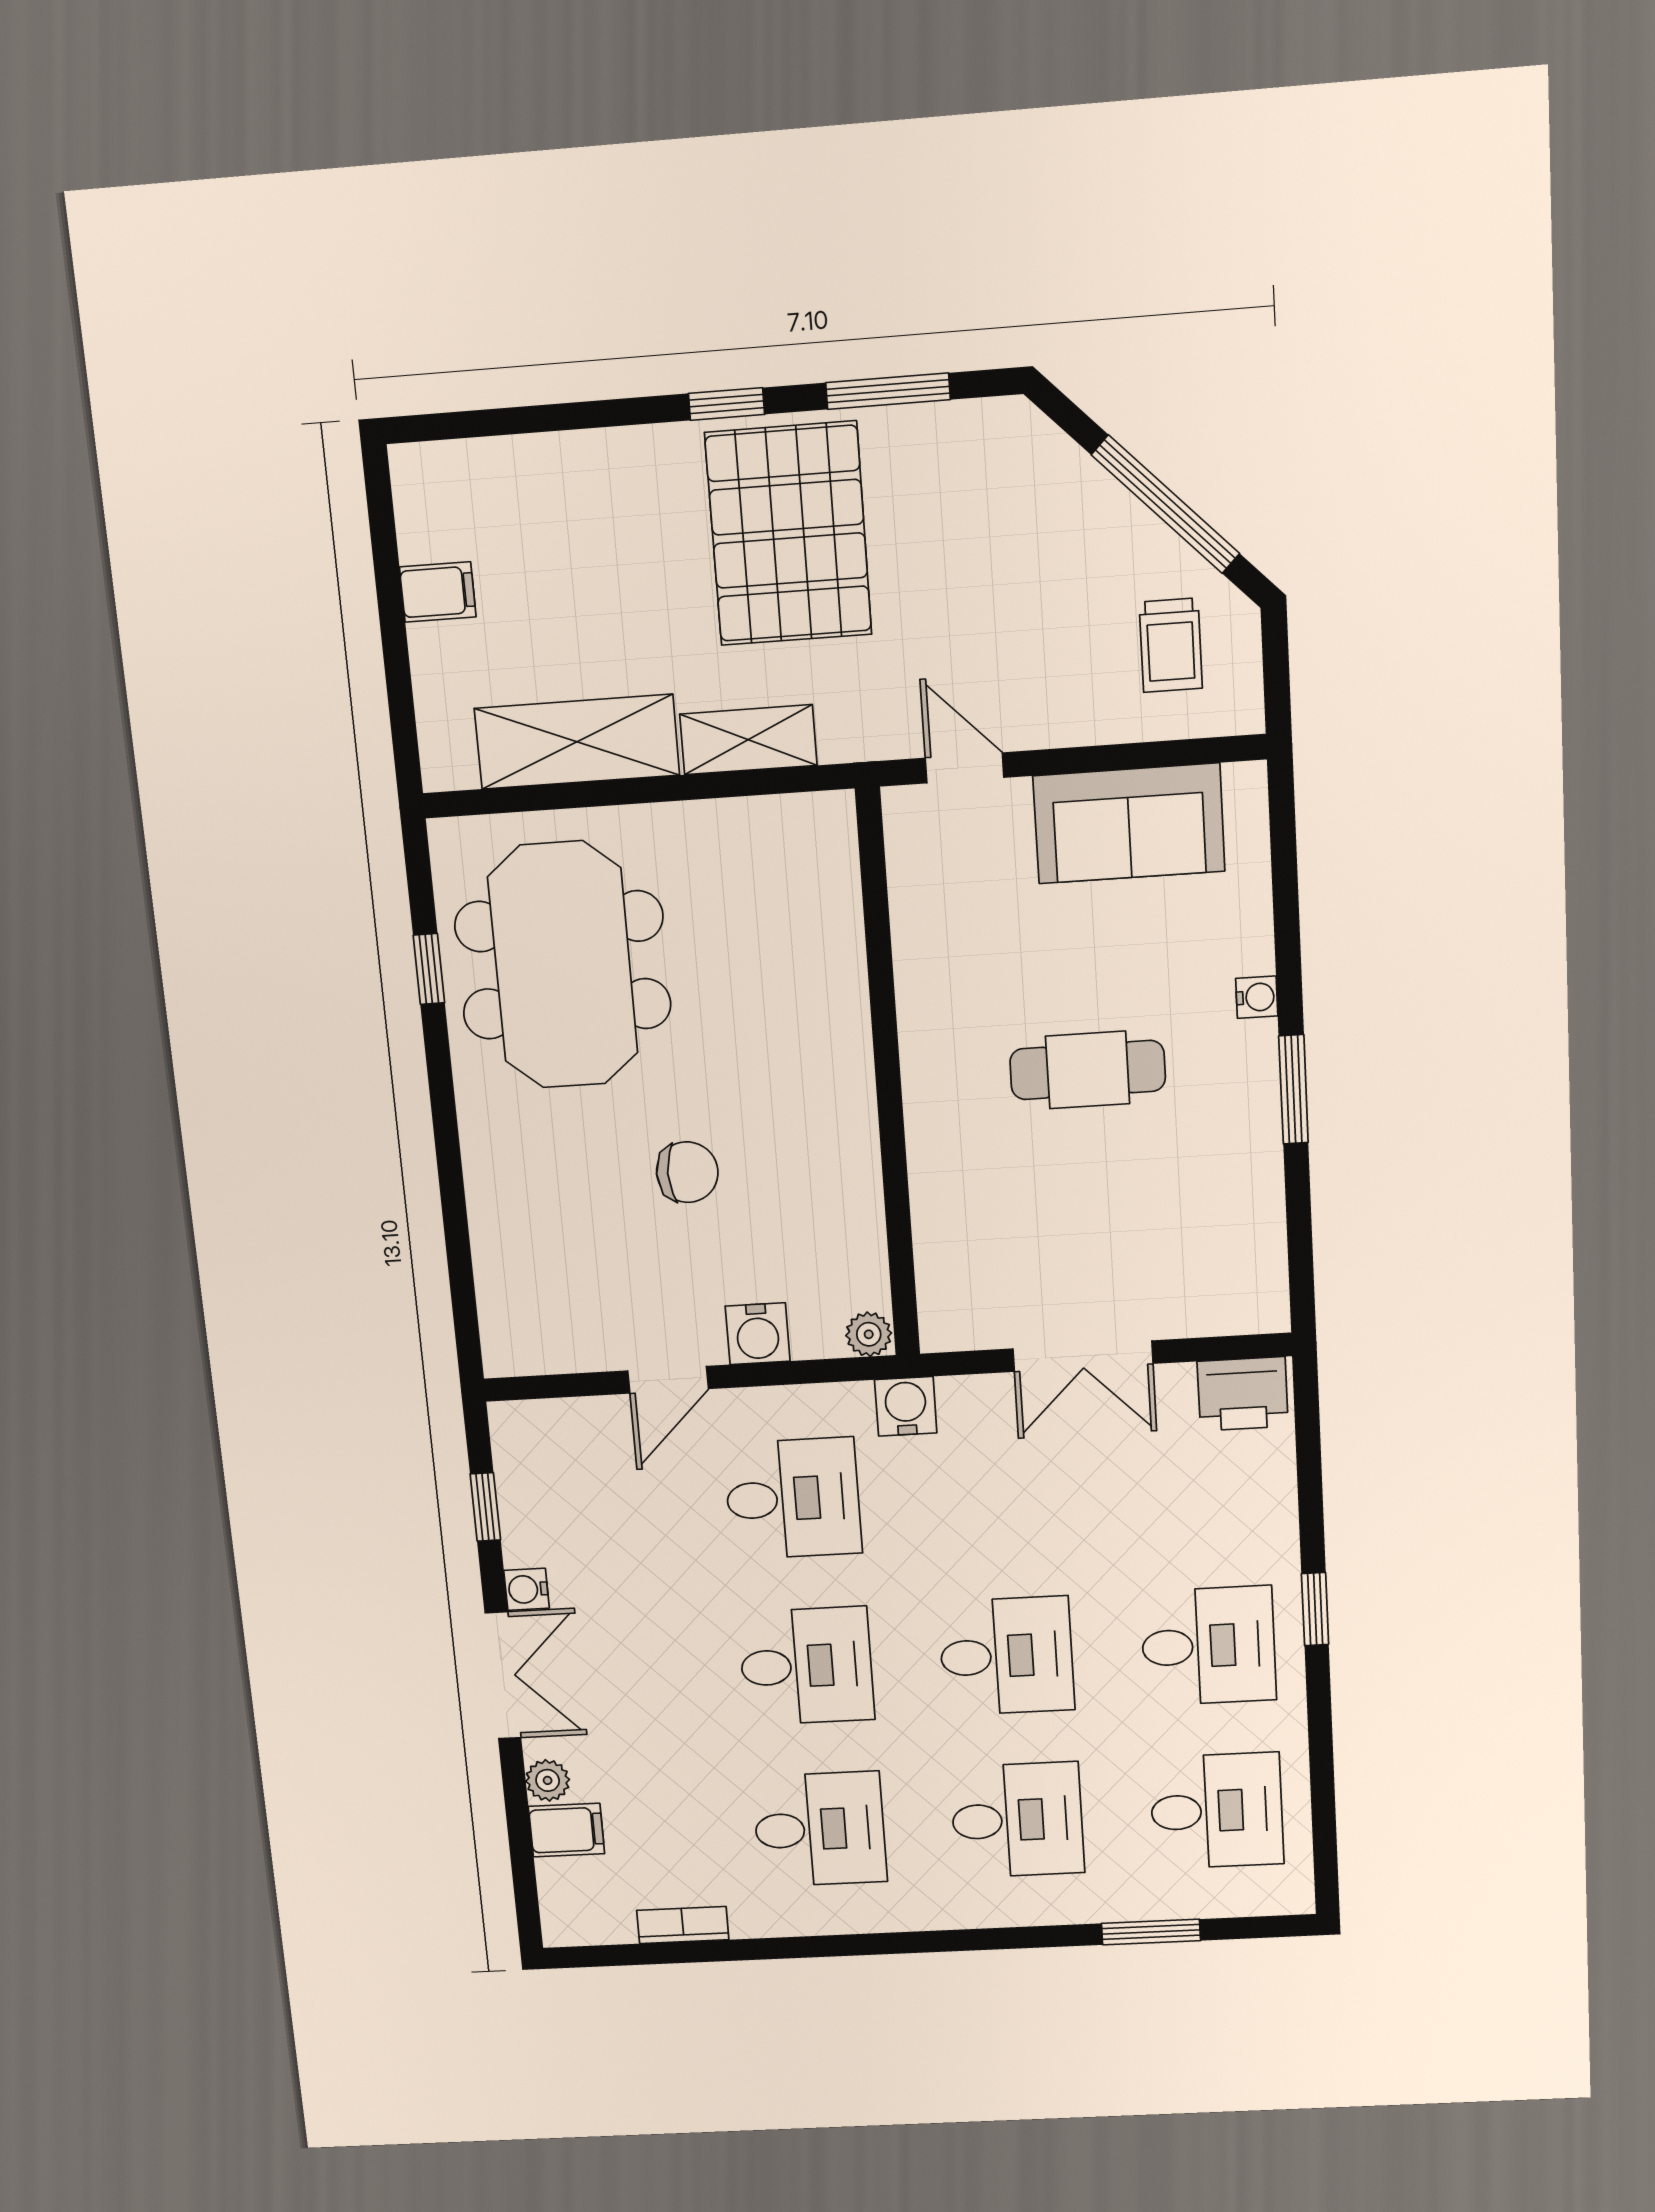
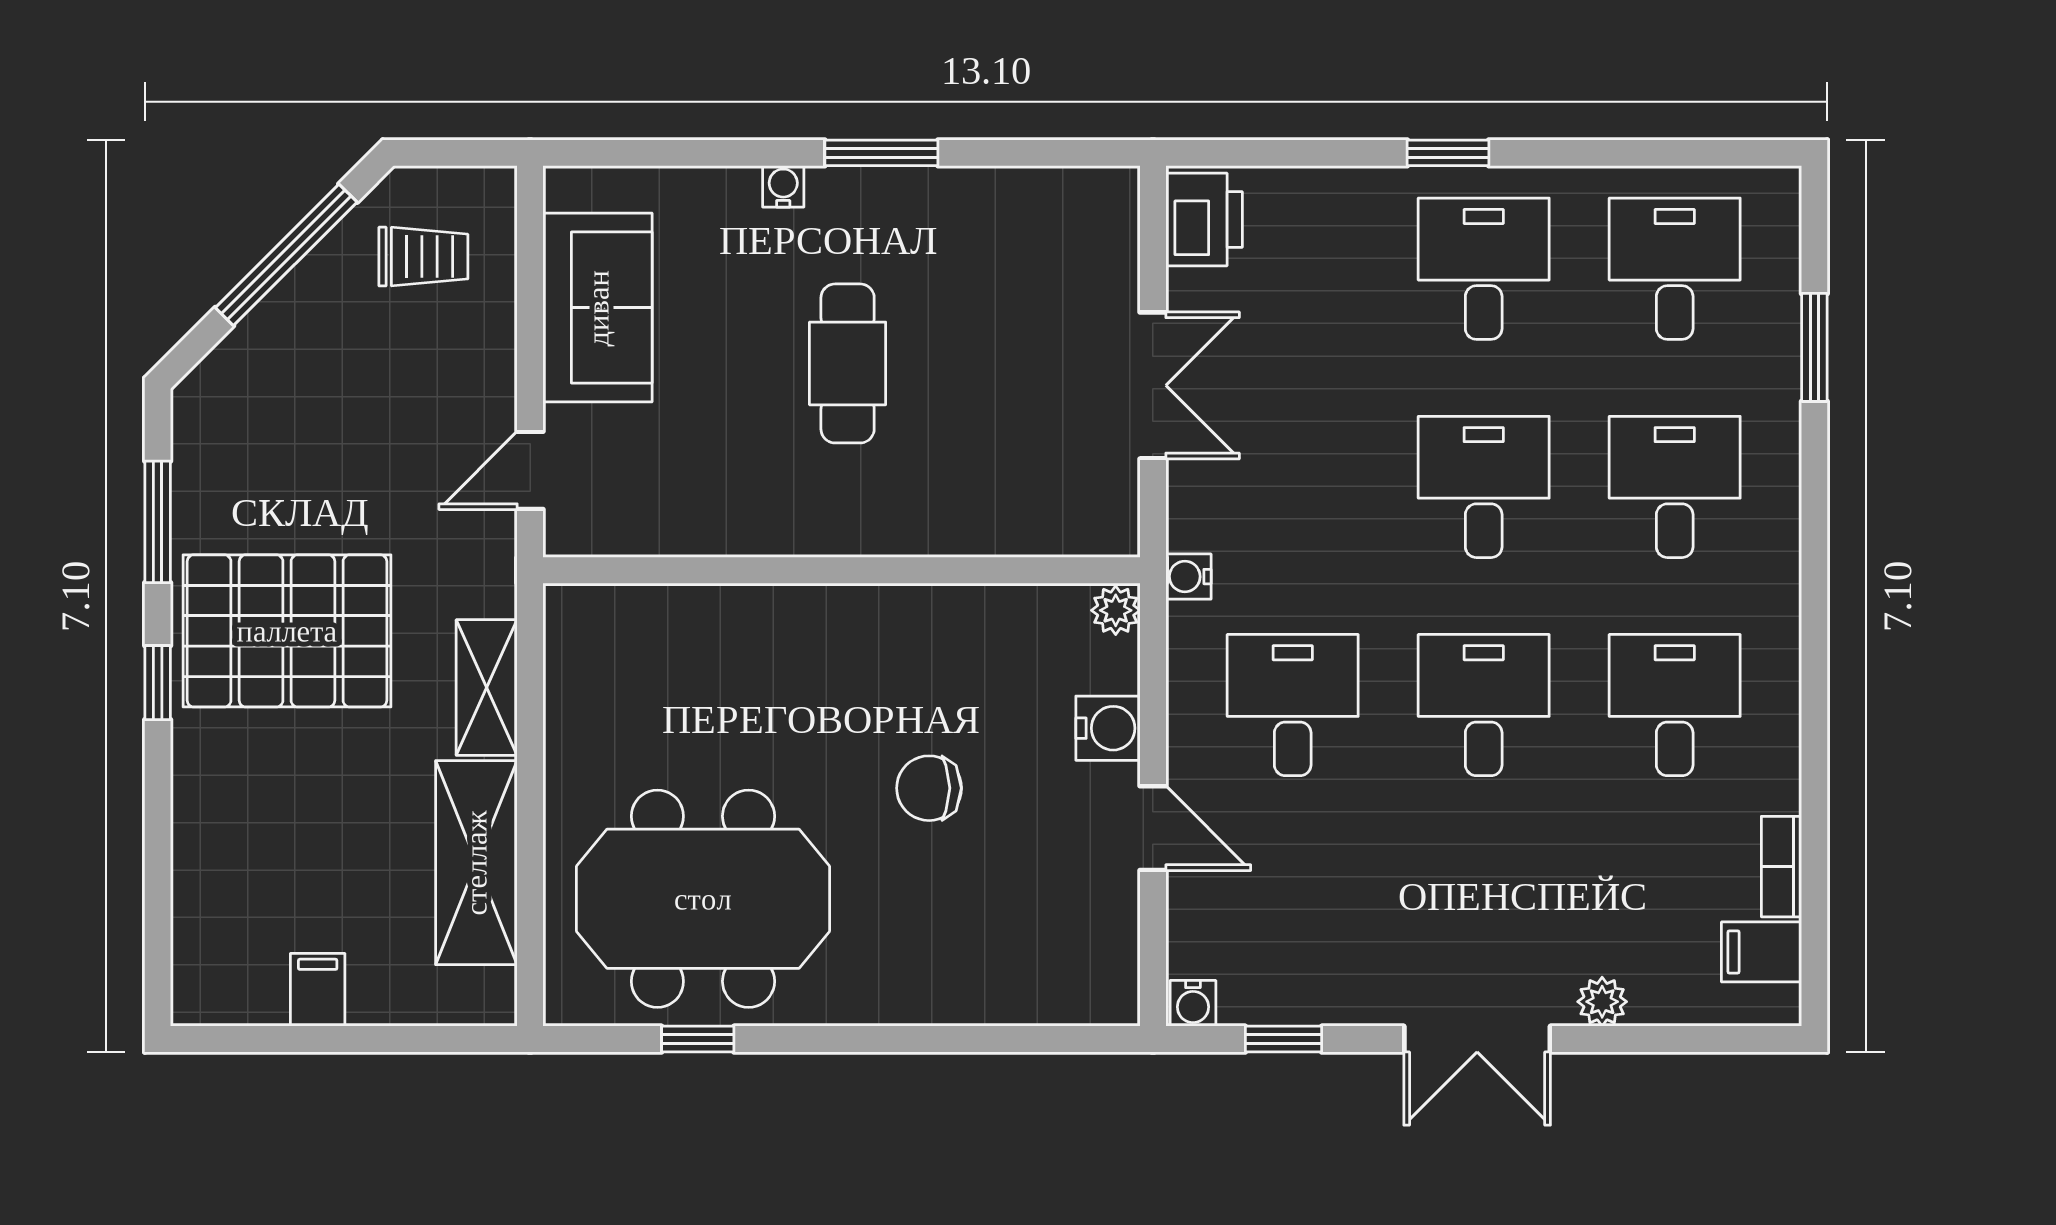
chair: (687, 1172) -> (929, 788), turned -90
water cooler: (906, 1406) -> (1188, 577), width x0.72, depth x0.72
water cooler: (527, 1589) -> (1193, 1003), moved
double door: (503, 1675) -> (1477, 1039), swing flipped
filing cabinet: (567, 1830) -> (1762, 952), moved, turned -90

